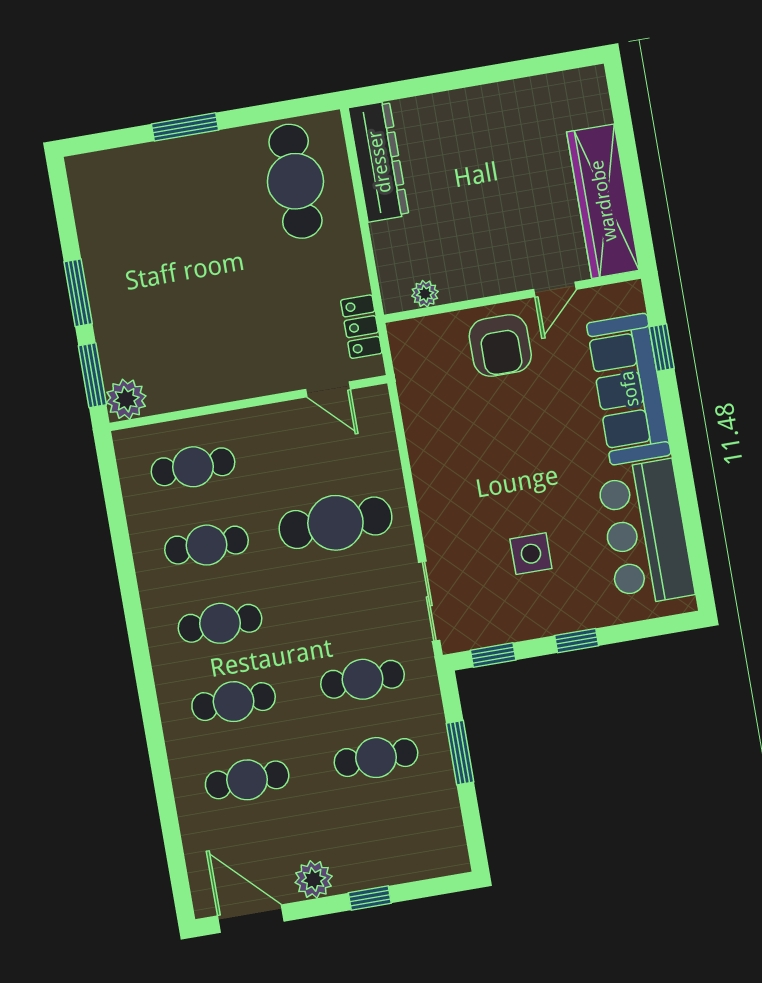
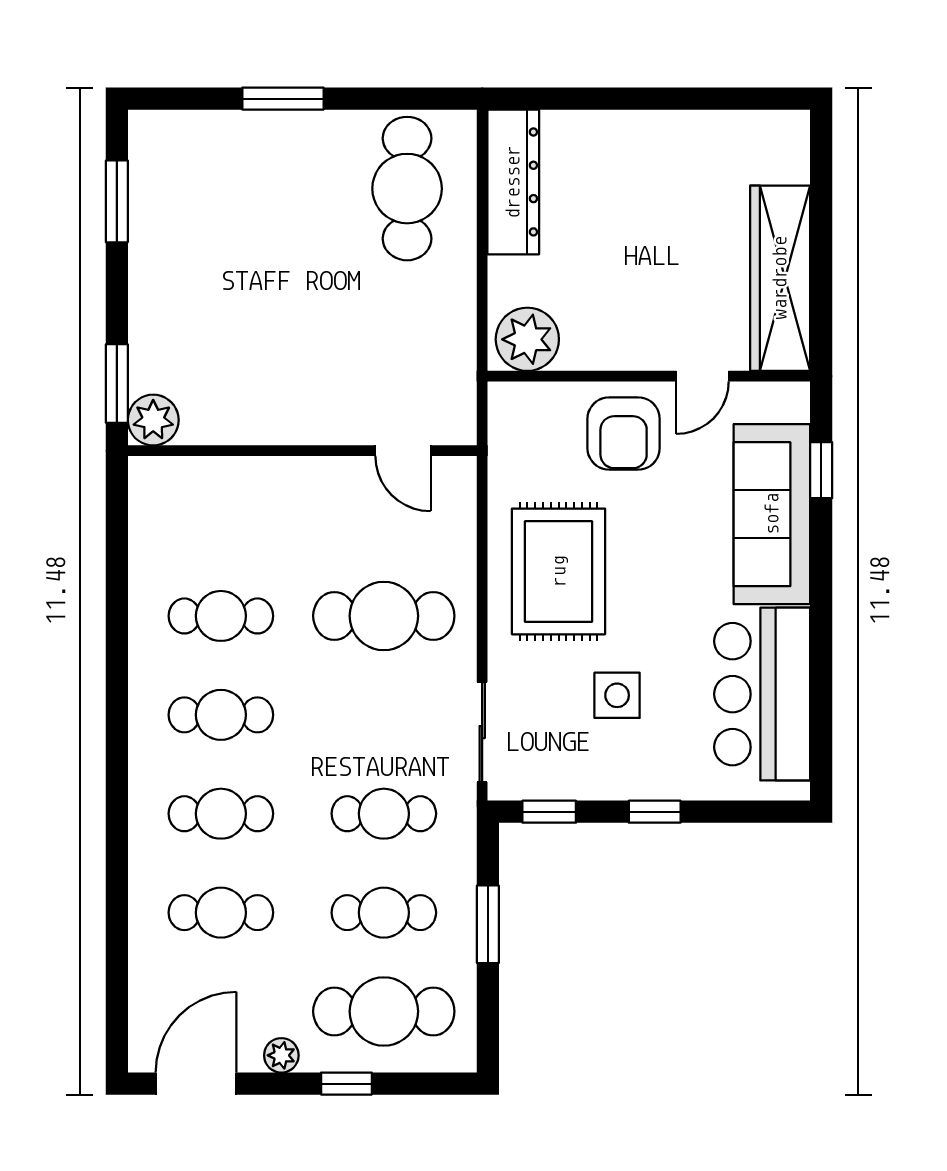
window: (78, 293) -> (117, 201), moved
plant: (425, 294) -> (527, 339), width x1.87, depth x1.87
locker: (361, 327) -> (457, 381), removed
rug: (468, 464) -> (559, 571), added
cafe table: (193, 467) -> (384, 1011), moved, width x1.37, depth x1.35
plant: (314, 879) -> (281, 1055), width x0.73, depth x0.73
door: (251, 919) -> (196, 1084), hinge flipped

